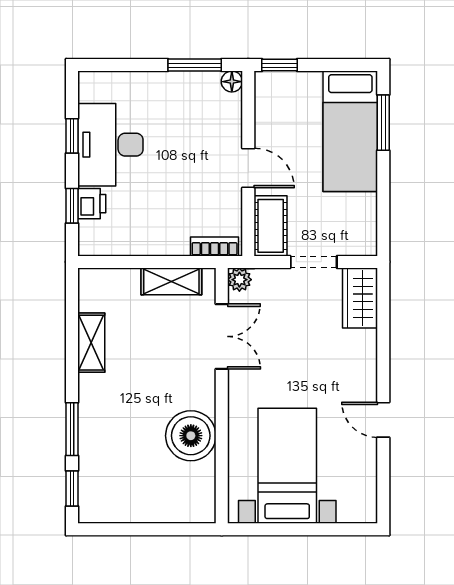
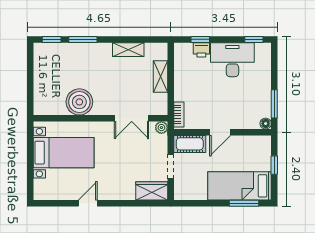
window: (280, 65) -> (274, 165), moved
window: (72, 136) -> (254, 39), moved
shelving: (171, 281) -> (161, 76), moved

